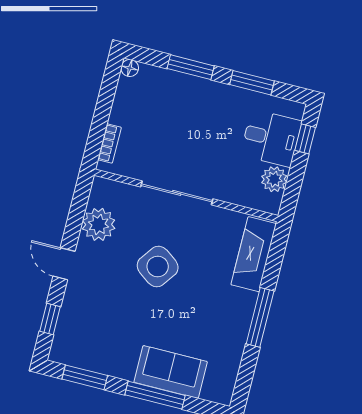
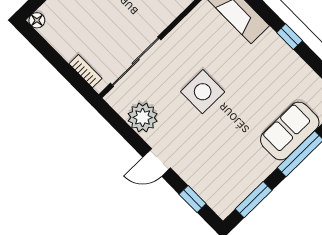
sliding door: (177, 193) -> (136, 62), moved
side table: (158, 267) -> (203, 92), turned -36
window: (260, 317) -> (290, 37), width x0.46

